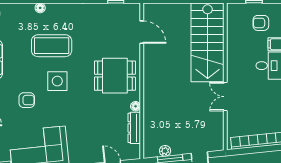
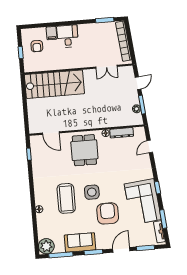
door: (142, 32) -> (51, 133), swing flipped
double door: (225, 97) -> (106, 67), moved
armchair: (27, 100) -> (108, 213), width x1.88, depth x1.88

